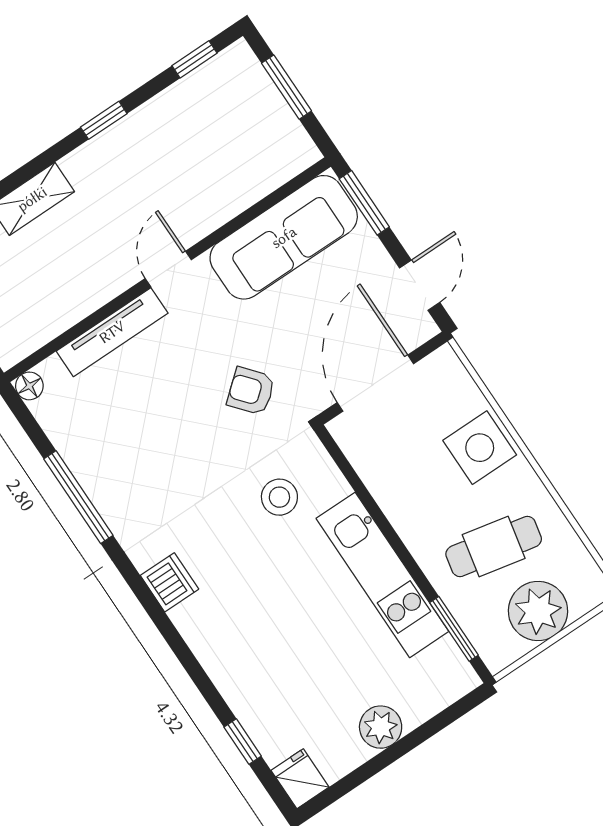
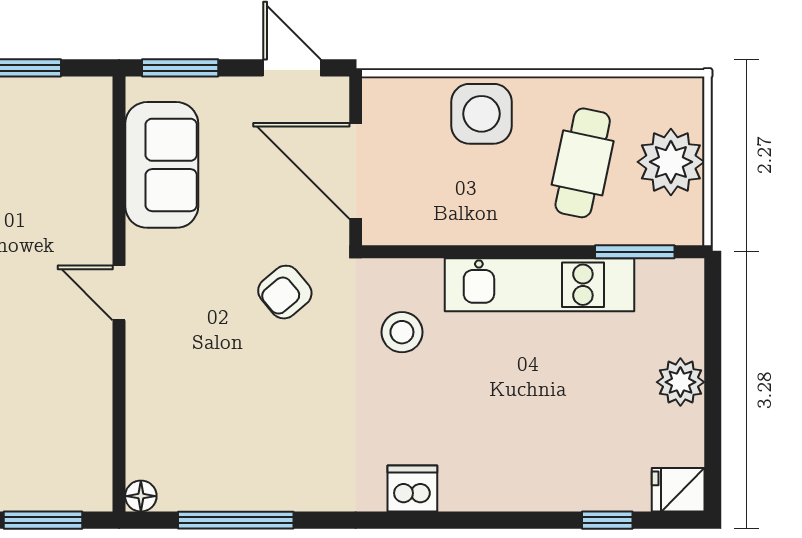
sofa: (284, 237) -> (162, 165), width x0.73
tv unit: (112, 332) -> (143, 385), removed
window: (78, 497) -> (236, 520), moved

